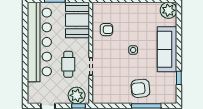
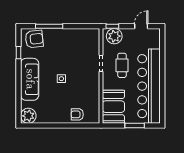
armchair: (106, 30) -> (77, 114), moved
armchair: (140, 88) -> (34, 39), moved

